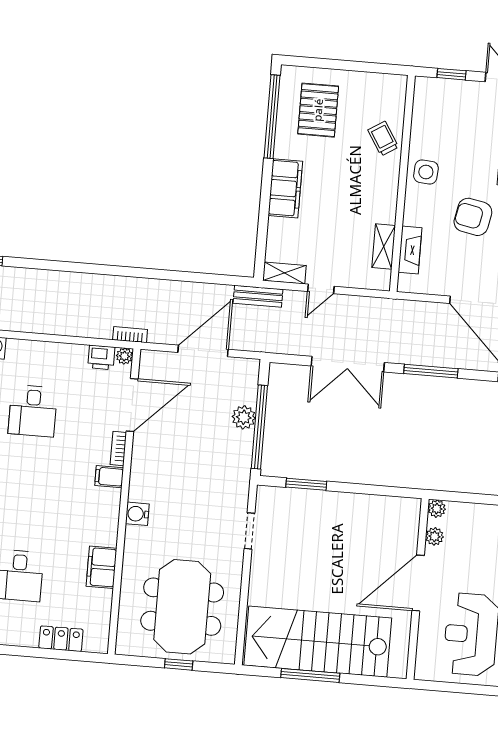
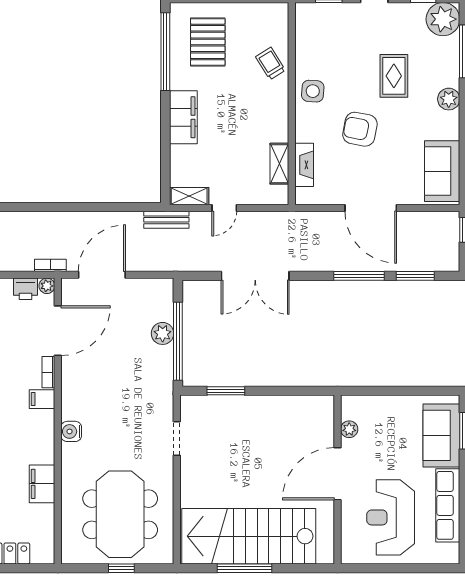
door: (203, 351) -> (102, 275), moved
window: (431, 371) -> (359, 276), moved
plant: (437, 509) -> (349, 403), removed

